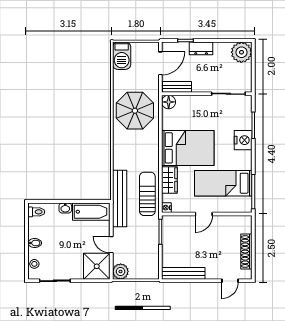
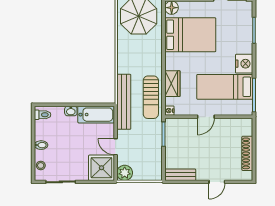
nightstand: (243, 140) -> (244, 64), moved
bed: (188, 148) -> (190, 35), moved
sun lounger: (147, 194) -> (151, 97), turned 180
bench: (183, 273) -> (180, 175), width x0.73
door: (230, 281) -> (217, 182), moved

